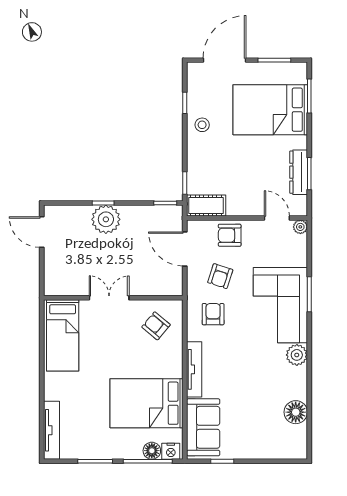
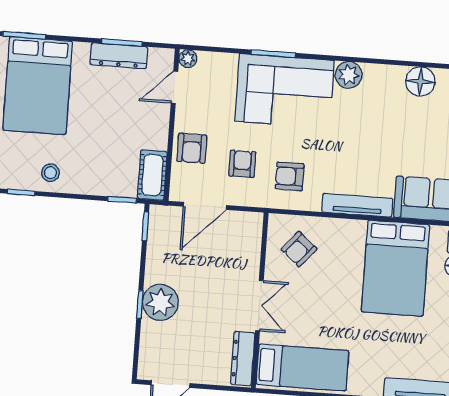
armchair: (220, 276) -> (242, 164), turned -108
dresser: (66, 288) -> (243, 359), added
double door: (109, 298) -> (259, 306), swing flipped

